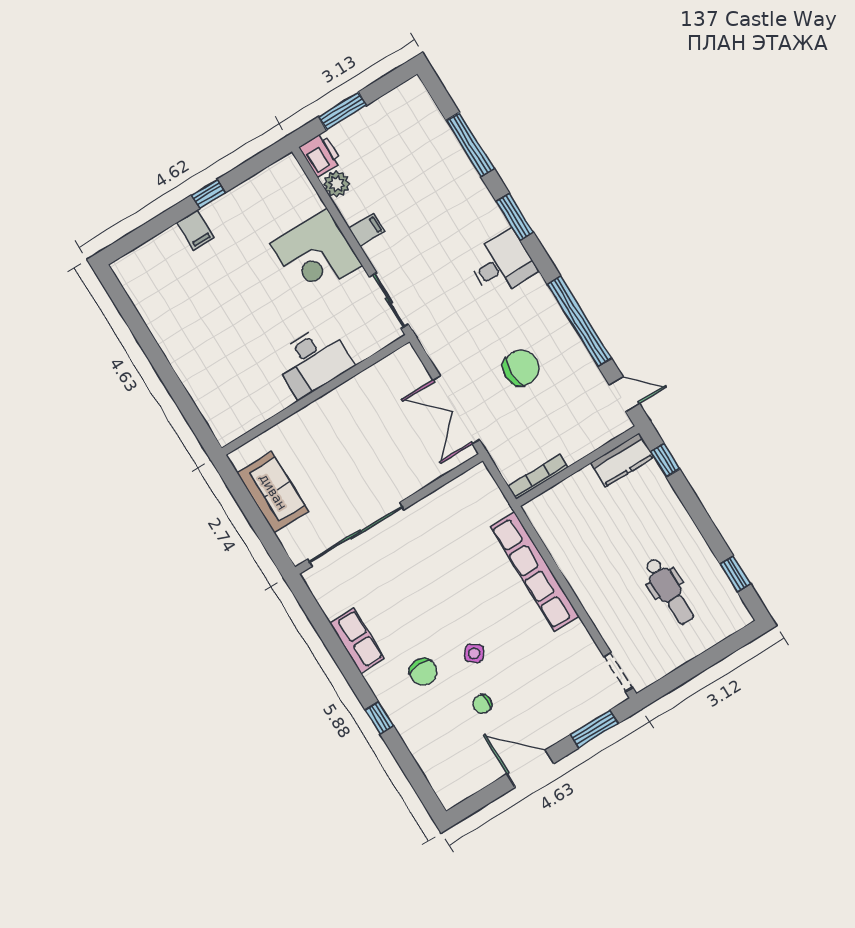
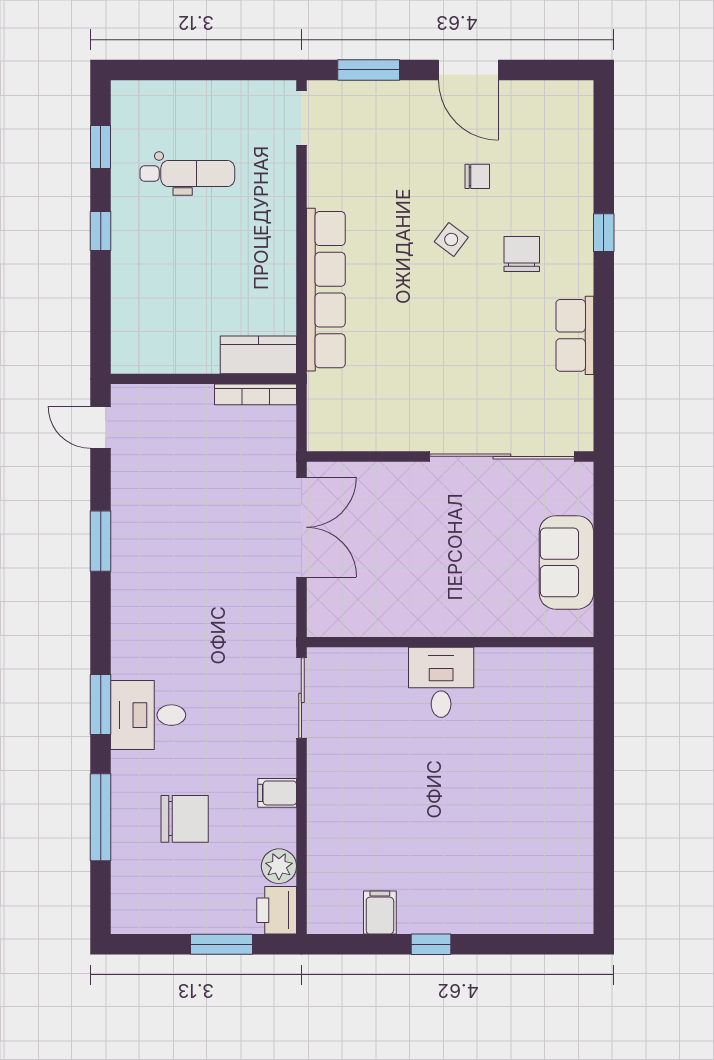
filing cabinet: (195, 230) -> (380, 913), moved
corner desk: (316, 255) -> (352, 801), removed
desk: (502, 264) -> (148, 715), moved
window: (579, 321) -> (101, 541), width x0.47
desk: (313, 361) -> (441, 682), width x0.73
chair: (521, 368) -> (185, 819), moved, turned 180
kitchen counter: (622, 460) -> (258, 355), moved
window: (665, 460) -> (101, 231), moved
dental chair: (669, 591) -> (187, 174), turned 90

